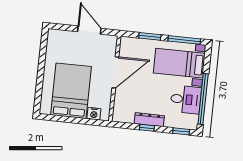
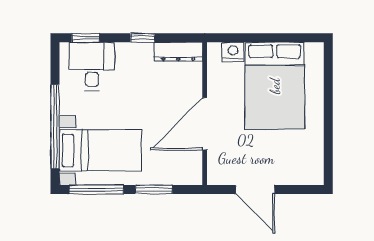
desk: (186, 99) -> (92, 66), moved, turned 90
window: (203, 99) -> (55, 127), moved
dresser: (149, 120) -> (178, 52), moved

